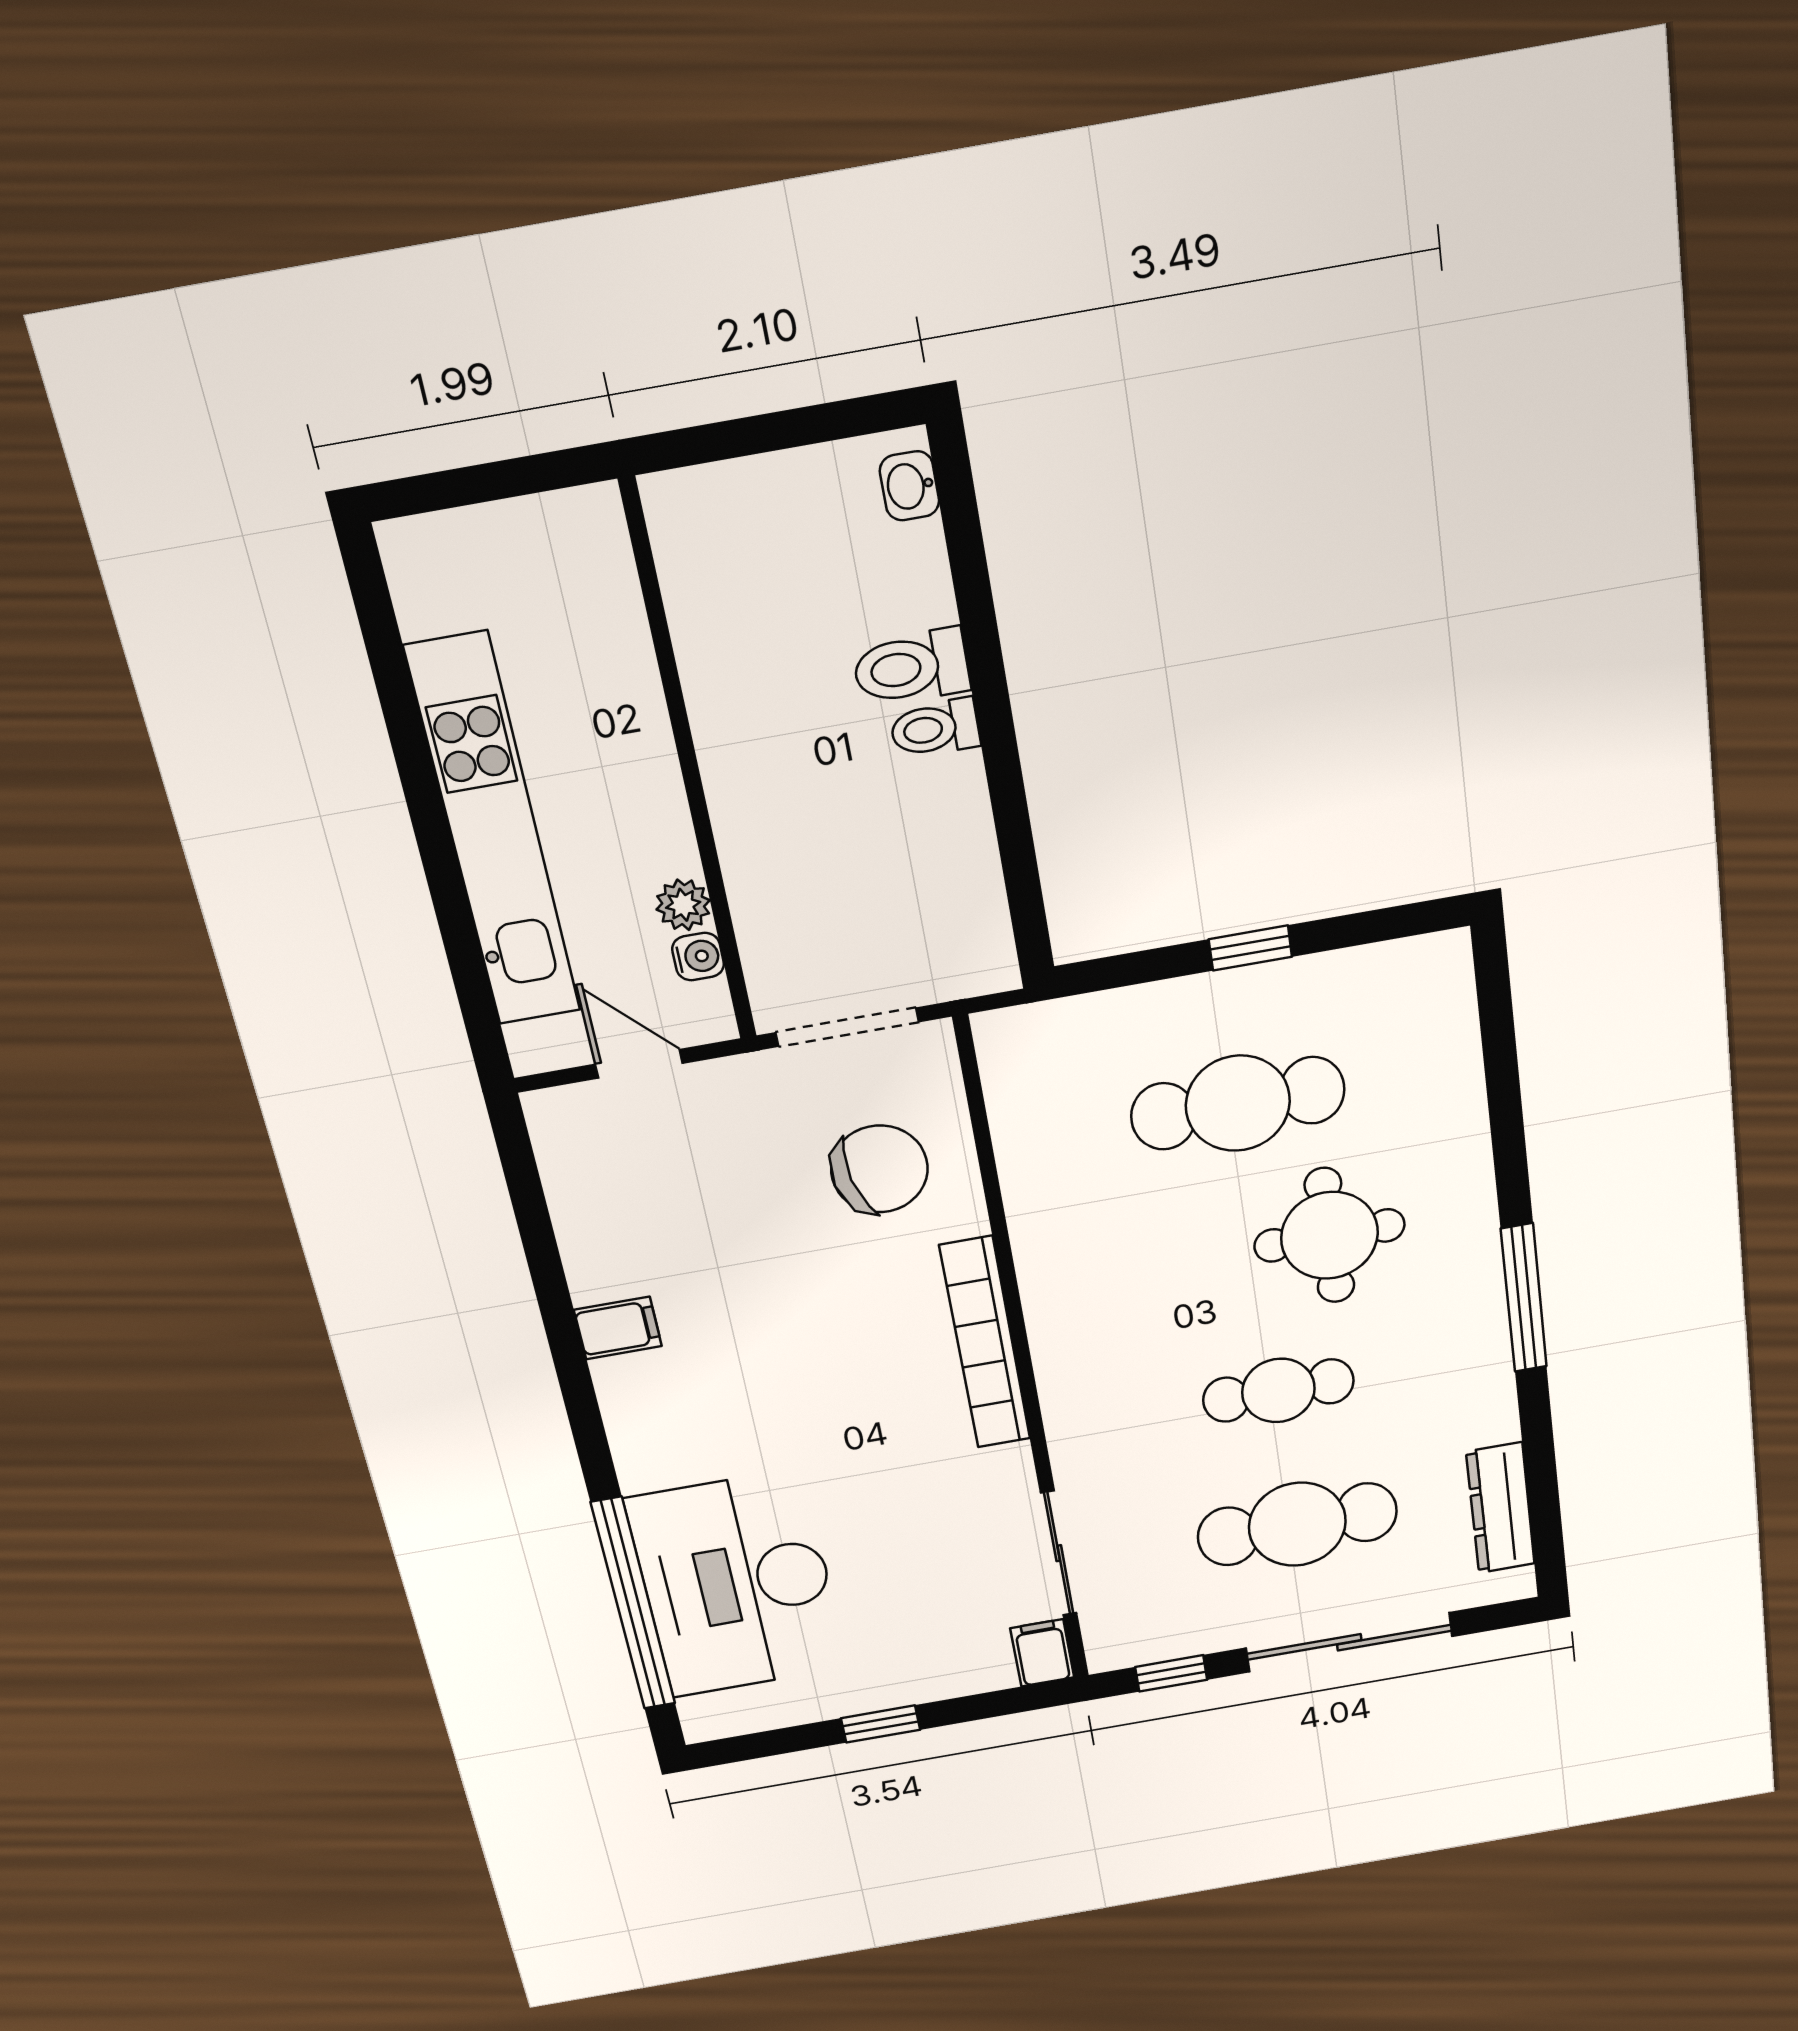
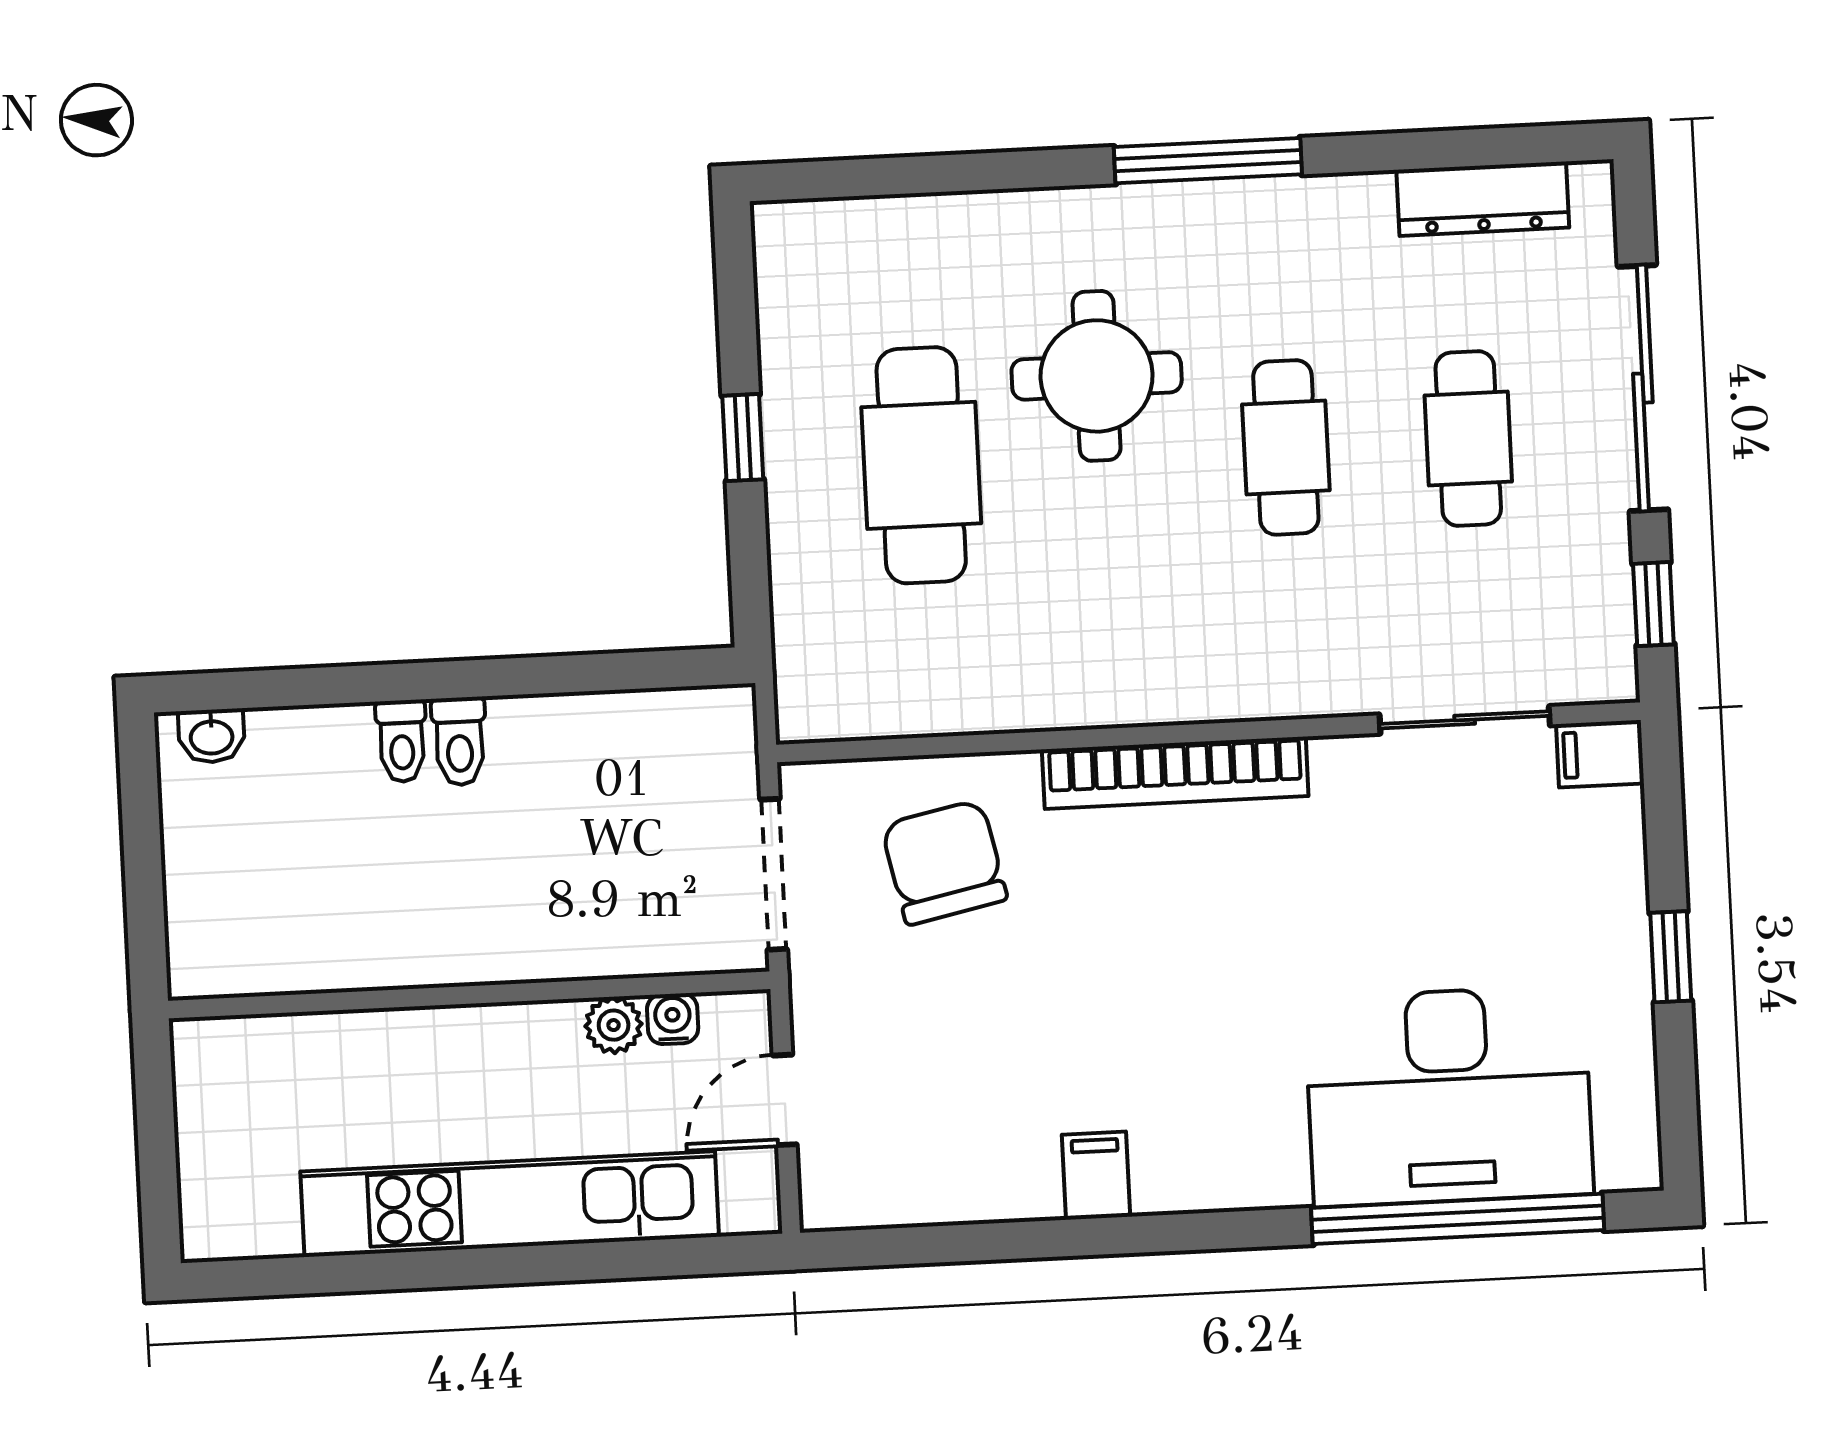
toilet: (911, 667) -> (402, 741), width x0.73, depth x0.72
cafe table: (1297, 1524) -> (1468, 439), width x0.73, depth x0.74

